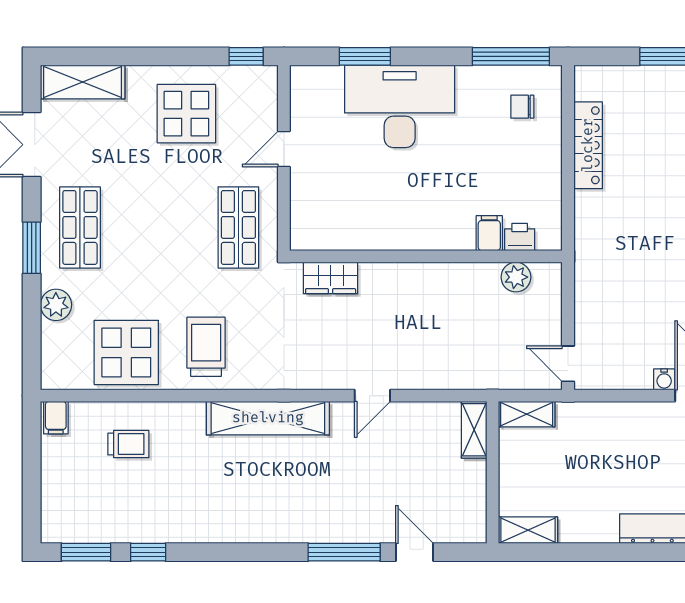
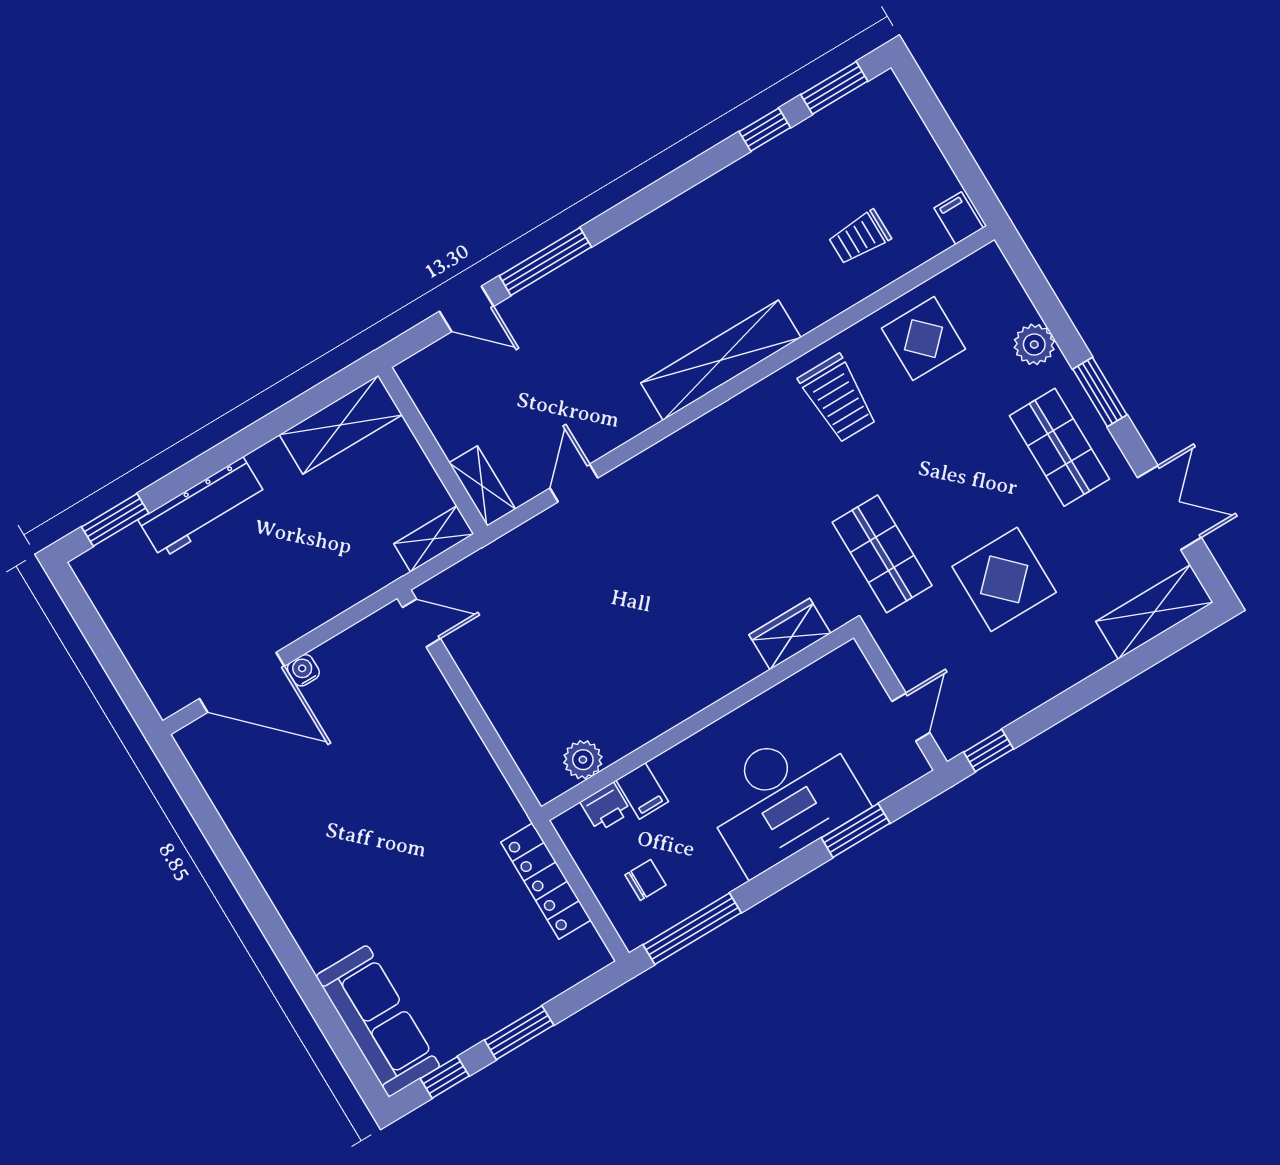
display table: (186, 114) -> (1004, 579), moved
door: (284, 149) -> (911, 717), moved
filing cabinet: (489, 233) -> (642, 791), moved
printer: (520, 237) -> (606, 807), moved
wall: (426, 256) -> (698, 722), moved
plant: (516, 277) -> (583, 760), moved
wardrobe: (331, 278) -> (790, 634), moved
display table: (126, 352) -> (923, 339), width x0.73, depth x0.73
door: (372, 396) -> (574, 483), moved
shelving: (528, 530) -> (341, 425), width x1.50, depth x1.33

